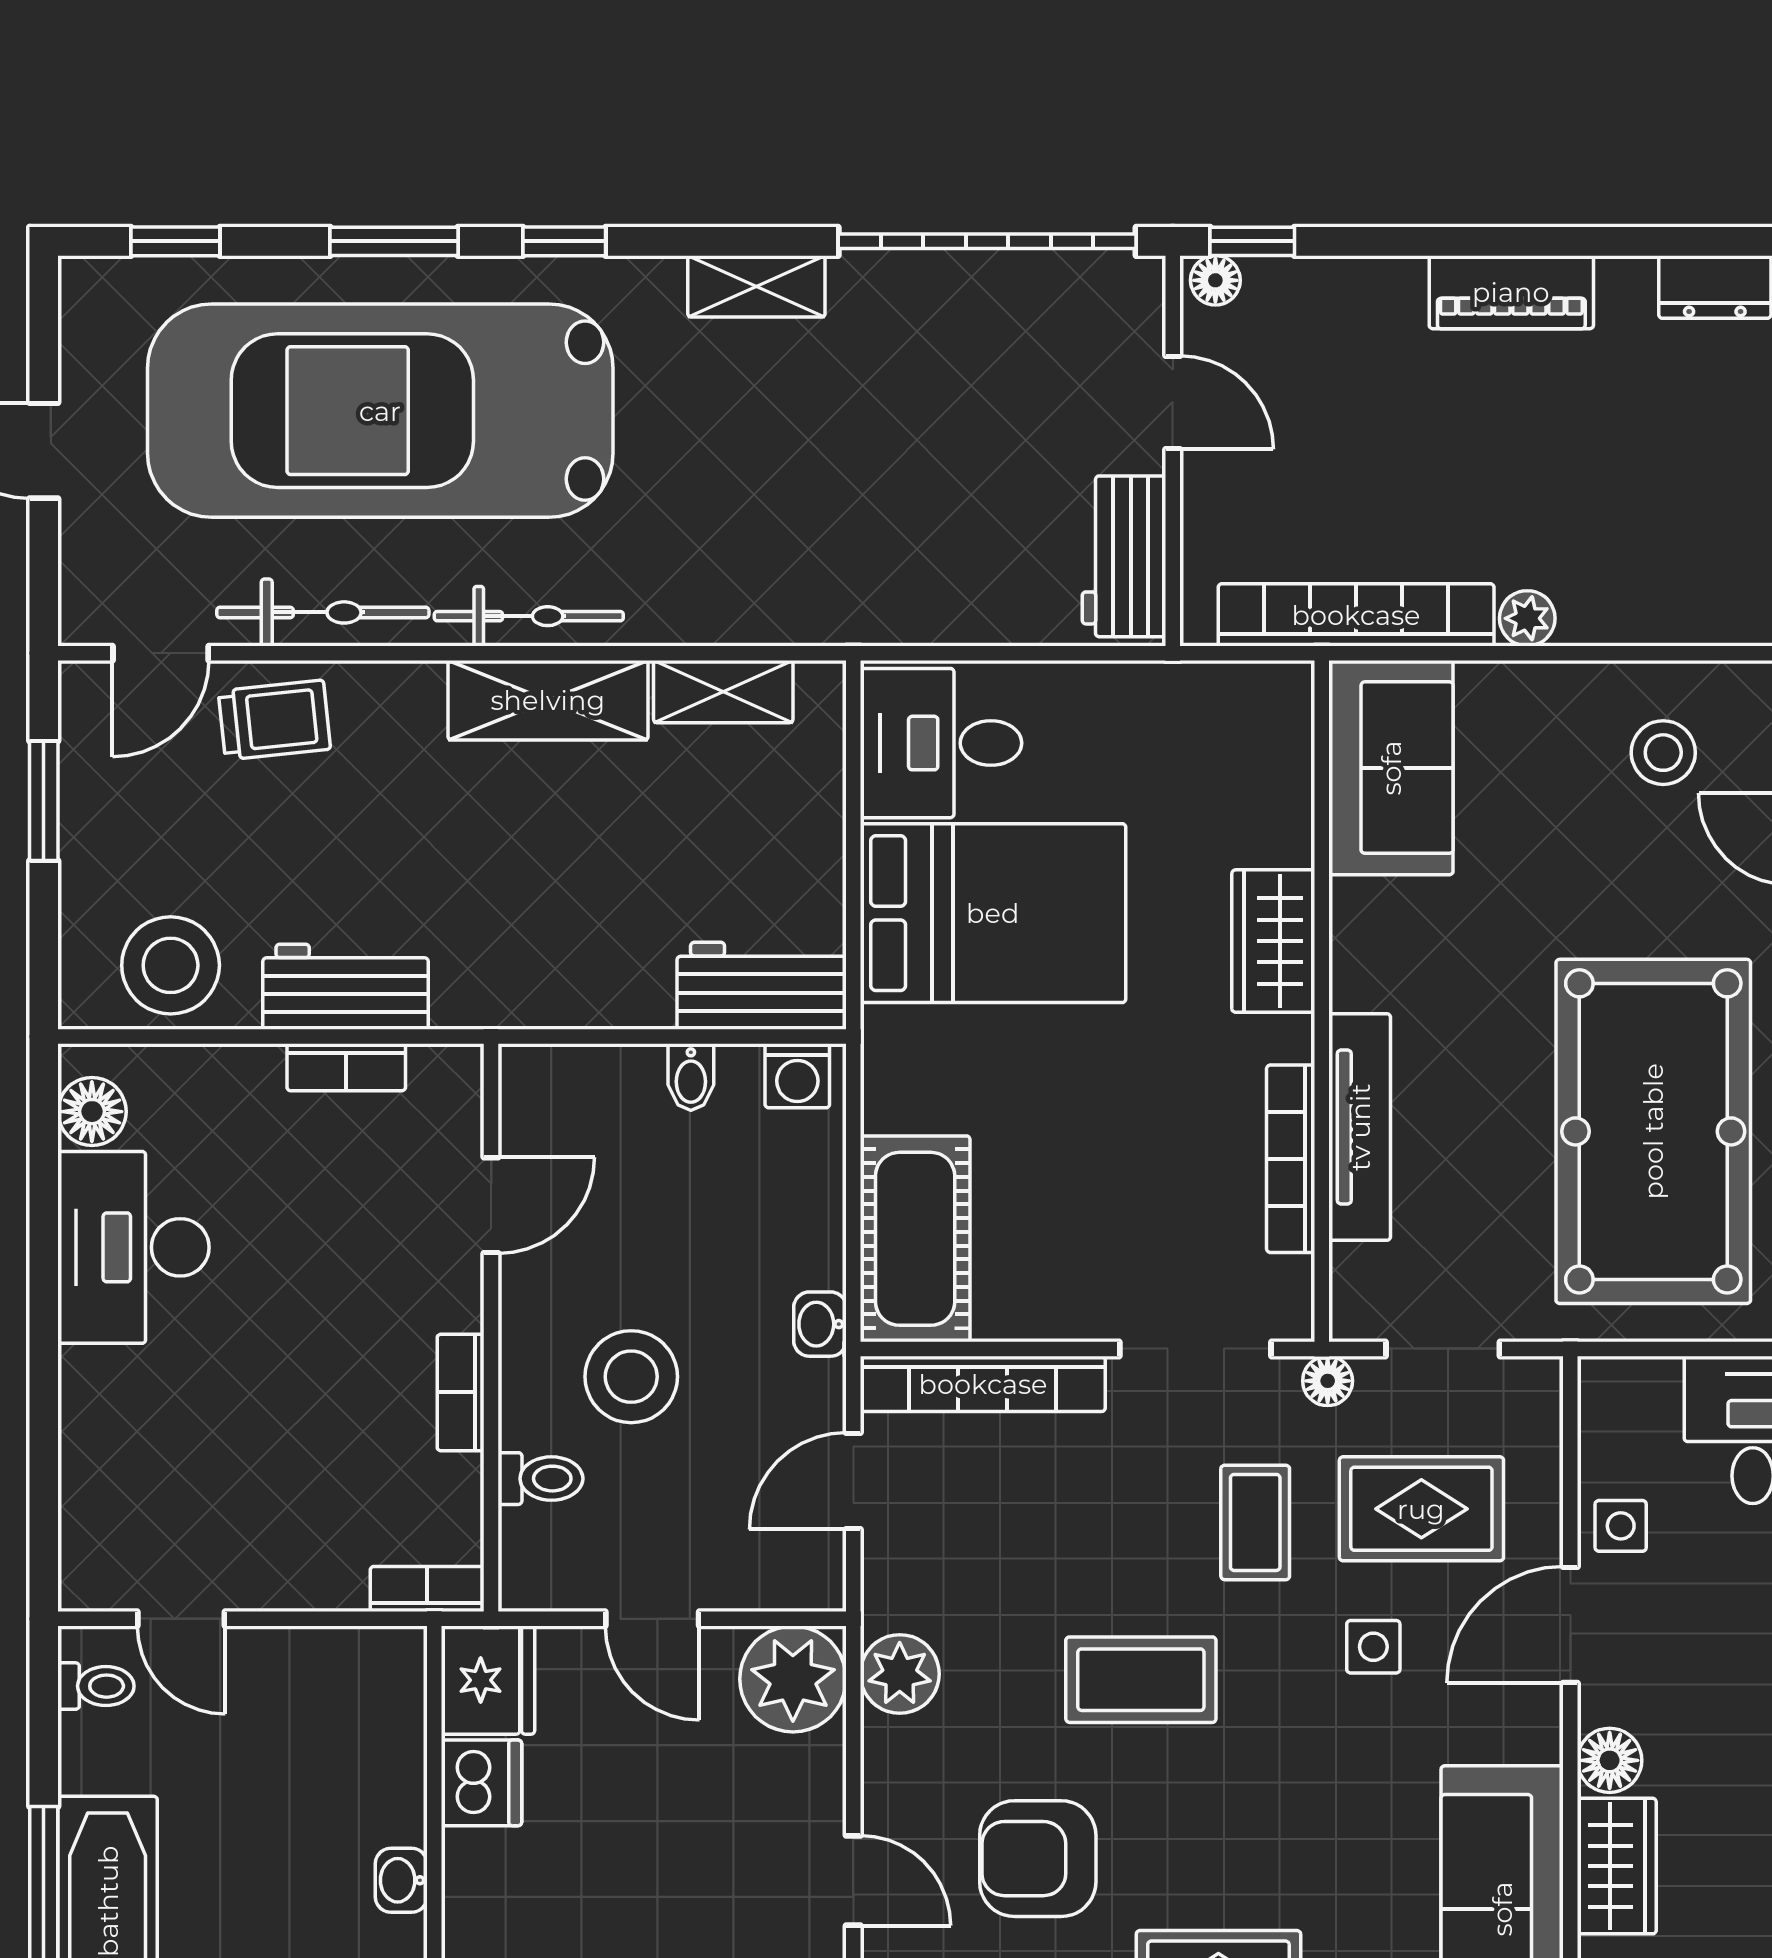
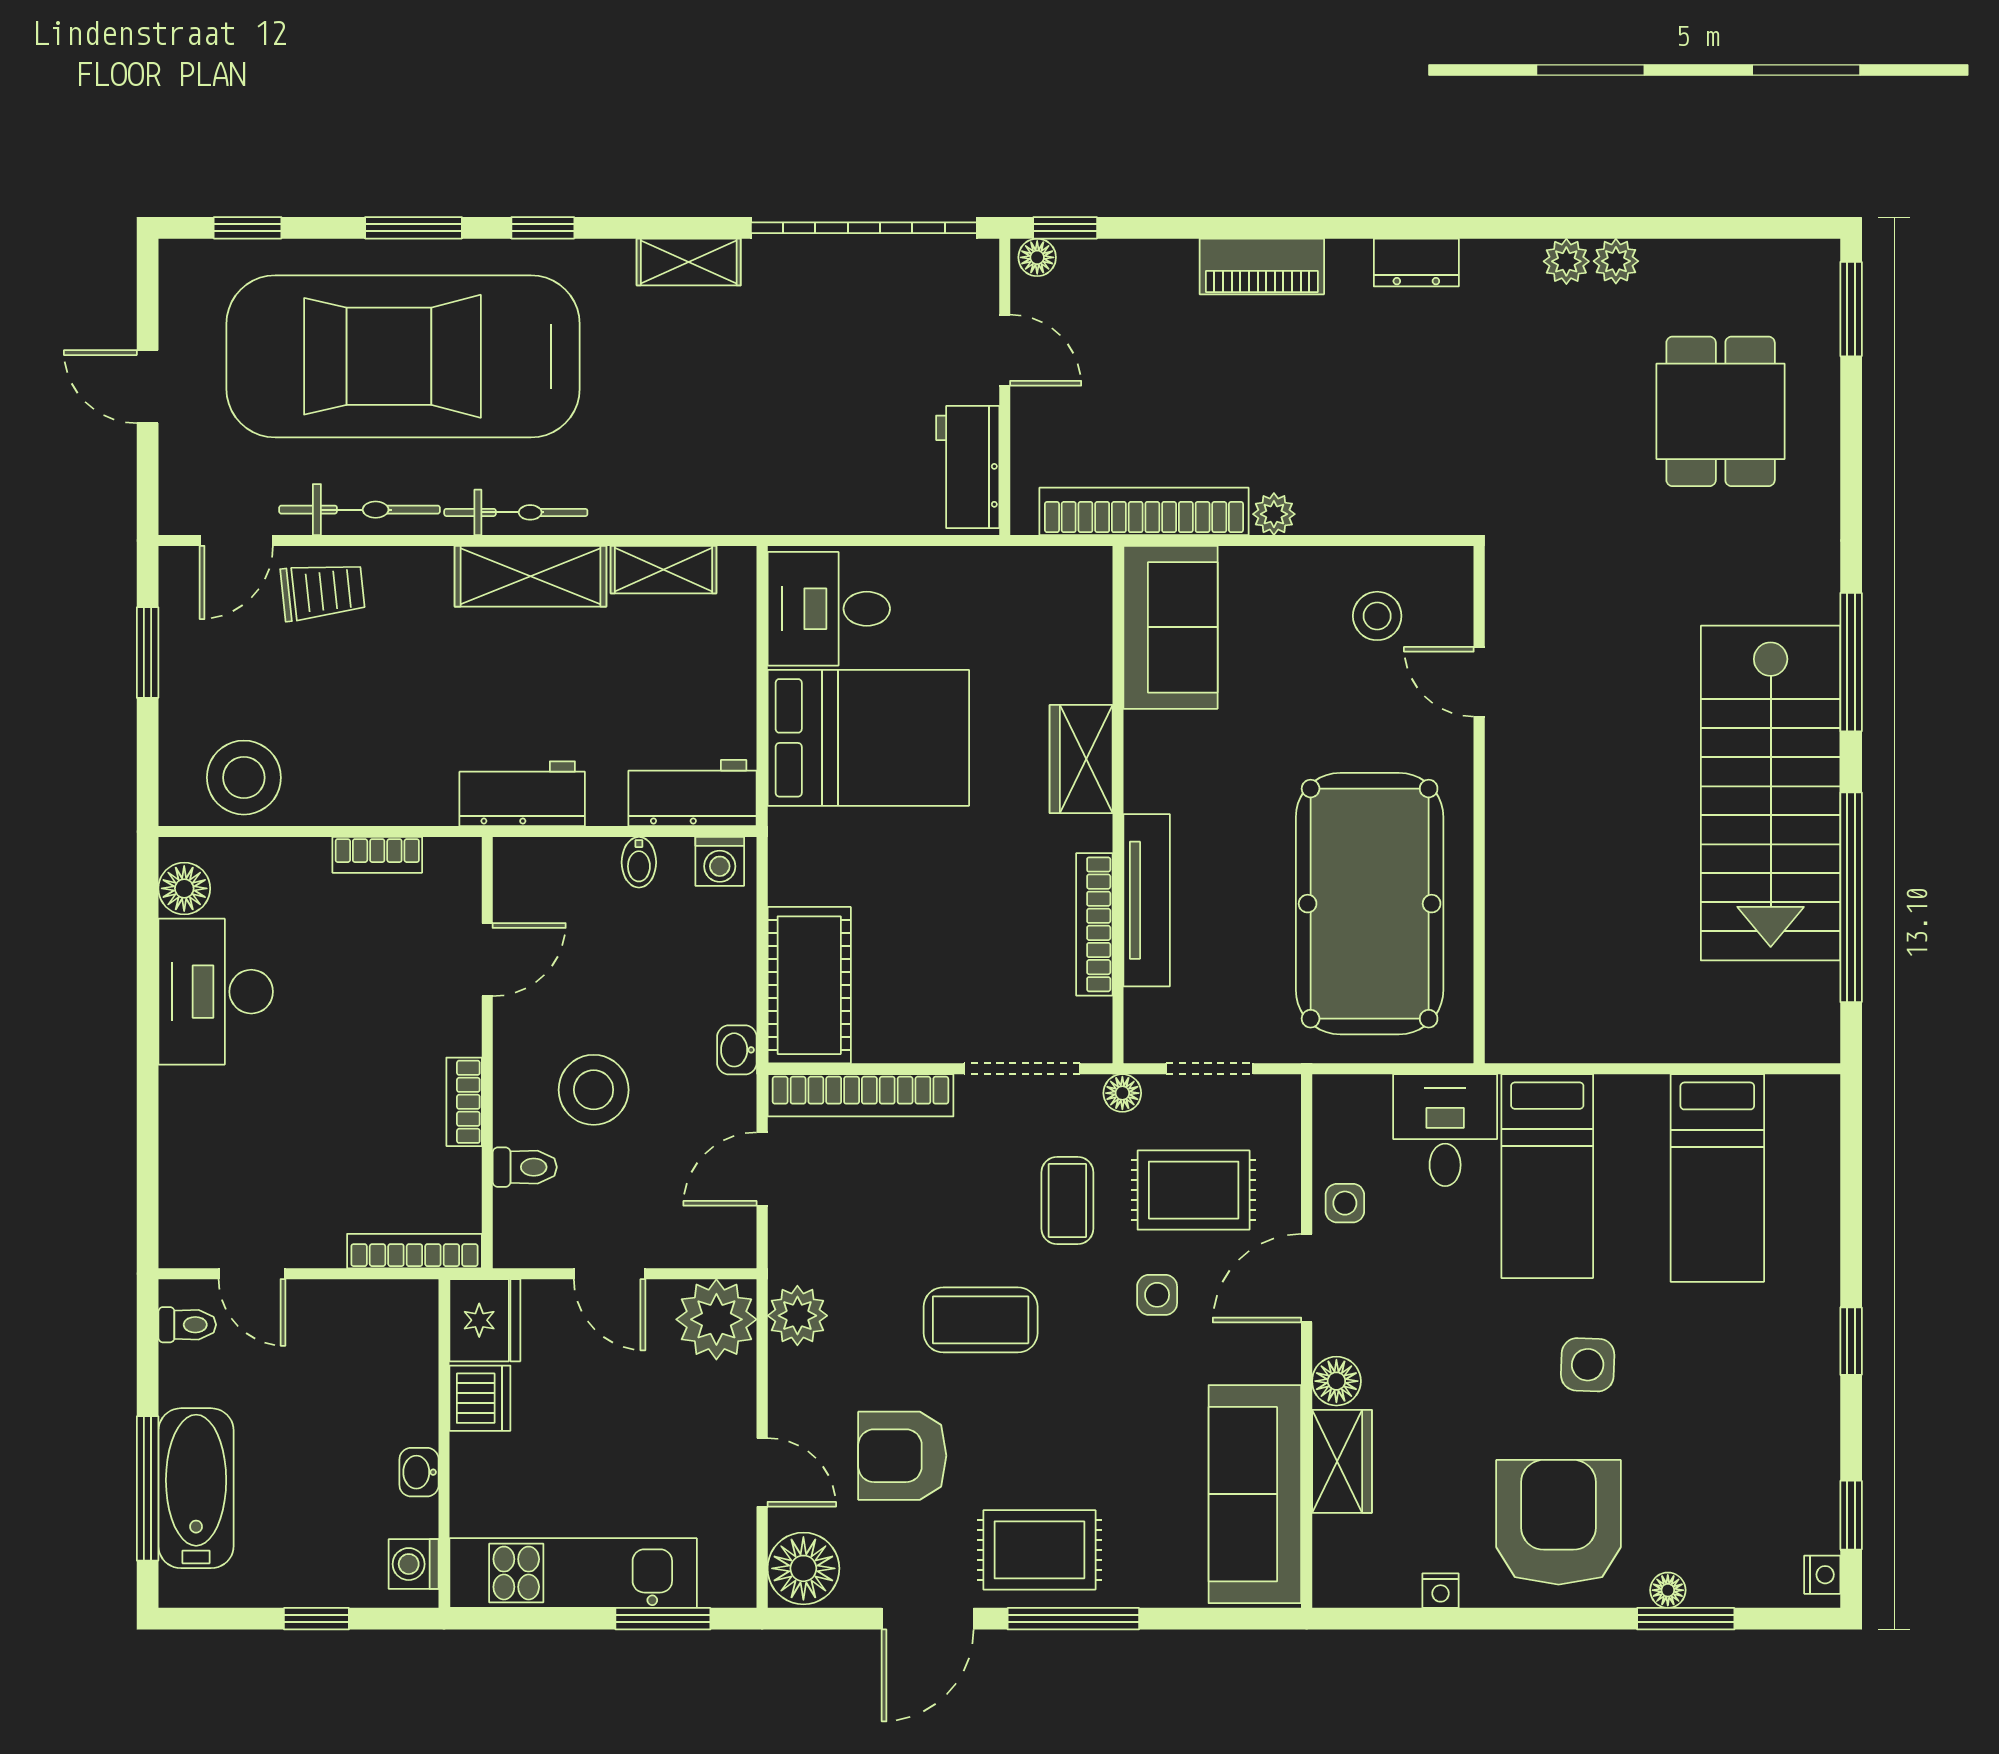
workbench: (346, 987) -> (522, 794), moved
bookcase: (427, 1589) -> (414, 1251), width x1.56

